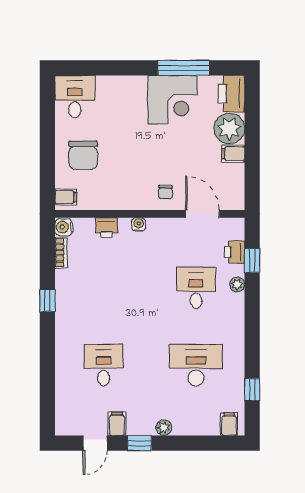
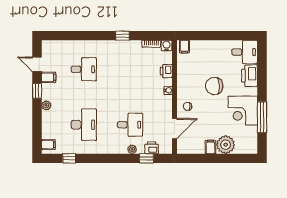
printer: (231, 94) -> (250, 76), moved, turned -90
chair: (83, 155) -> (214, 86), moved

